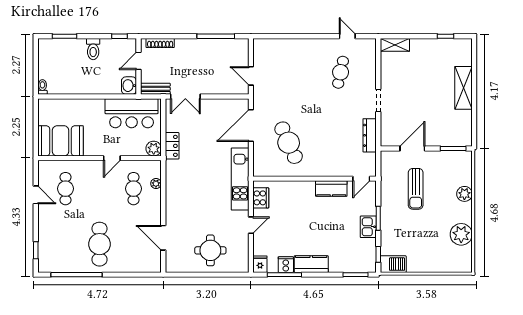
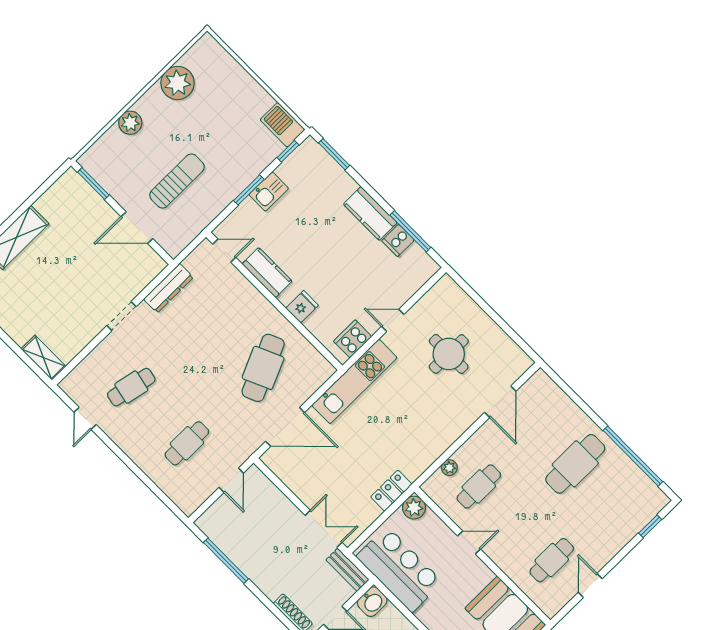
cafe table: (289, 72) -> (187, 443), added
round table: (210, 250) -> (449, 354), moved
fridge: (260, 264) -> (302, 307), moved, turned 180

